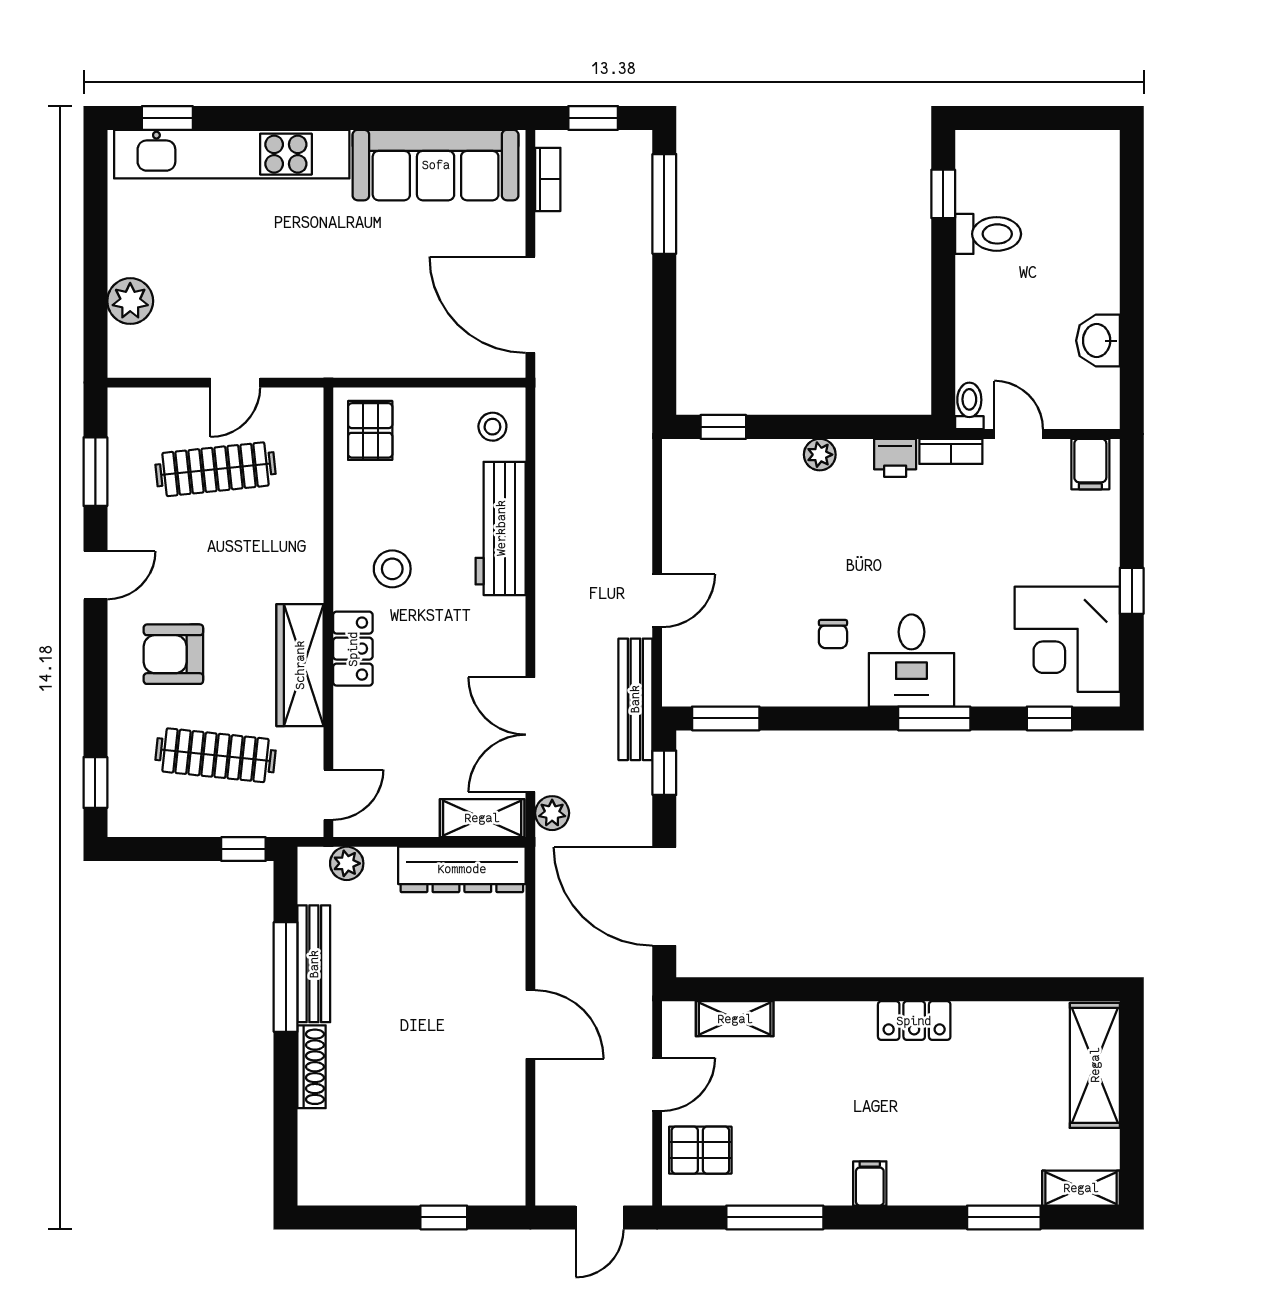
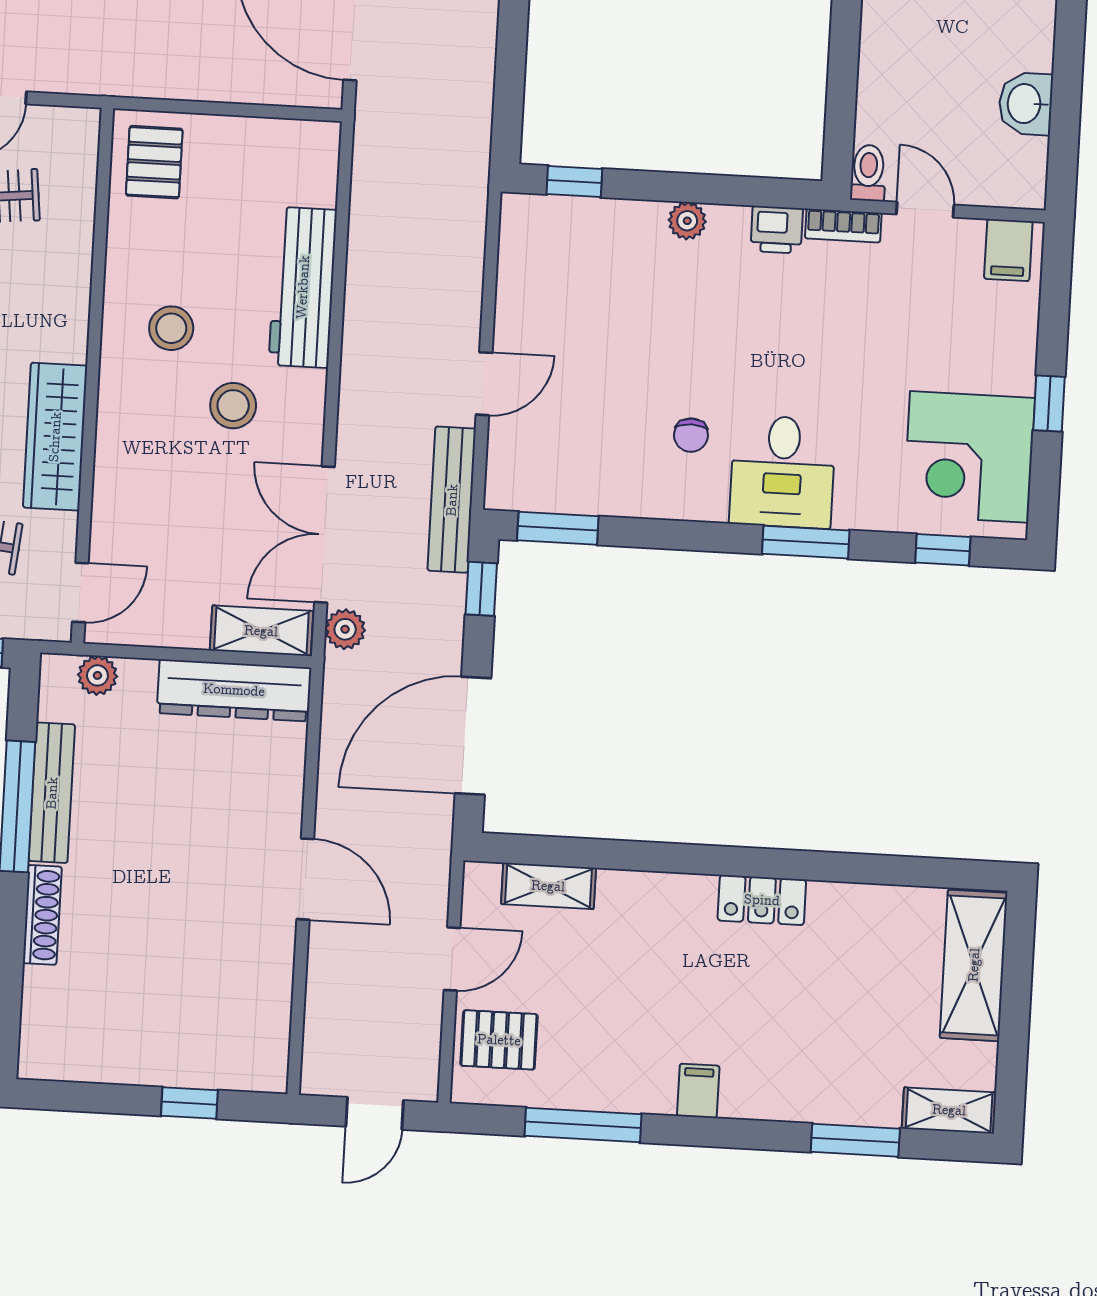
stool: (492, 427) -> (233, 406), moved, width x1.37, depth x1.37
locker: (353, 649) -> (119, 420), removed
door: (664, 896) -> (473, 736), hinge flipped

